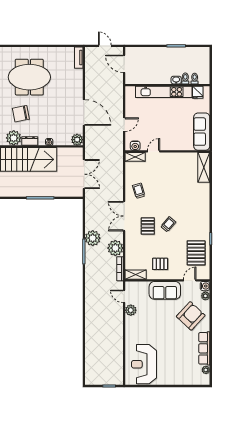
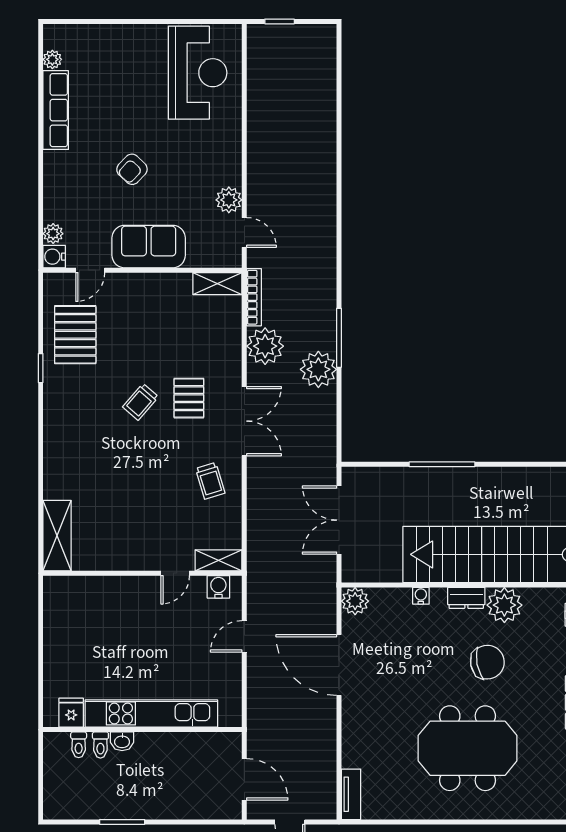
sofa: (202, 132) -> (62, 620), removed
pallet: (160, 264) -> (160, 309), removed
armchair: (191, 316) -> (132, 169), moved, width x0.53, depth x0.53

